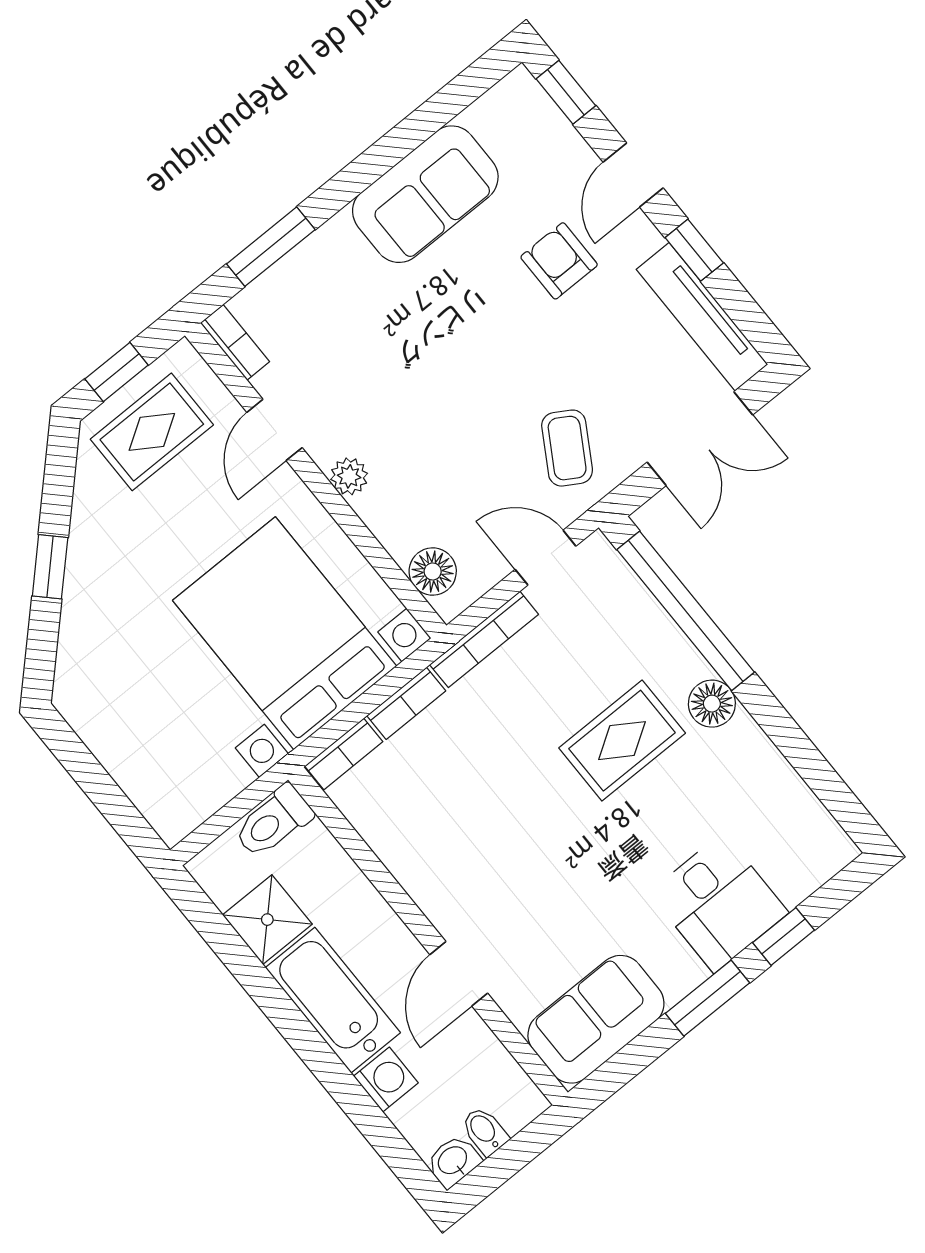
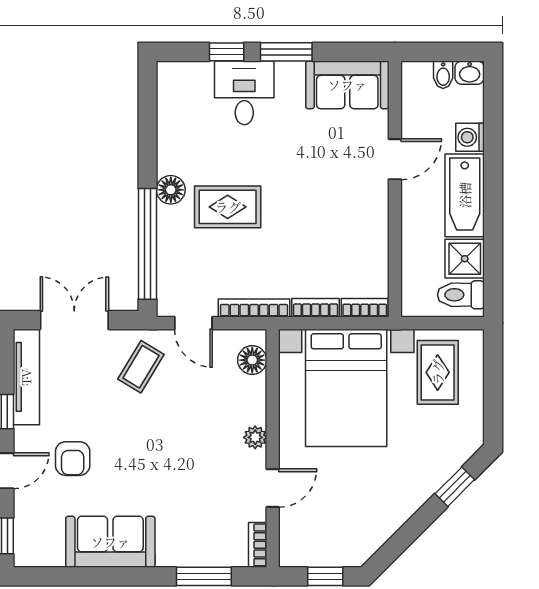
rug: (152, 432) -> (438, 372), moved, turned 90
window: (50, 567) -> (455, 487), moved
toilet: (273, 822) -> (461, 295), moved, turned 180

